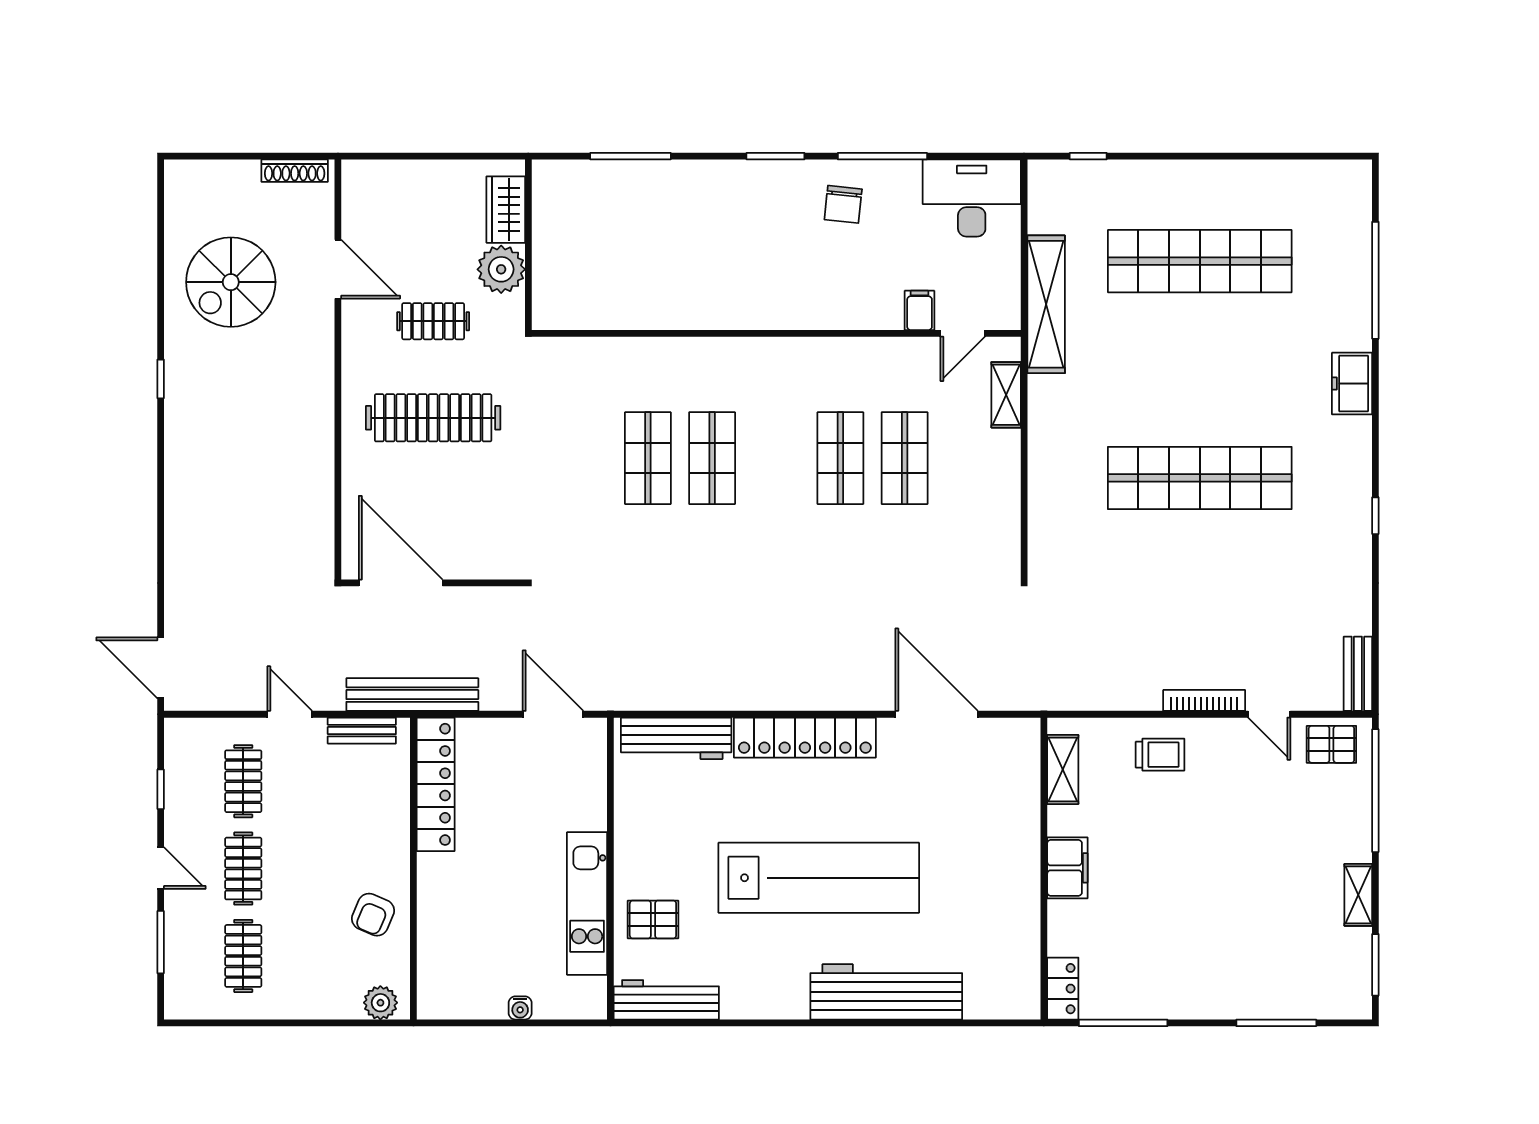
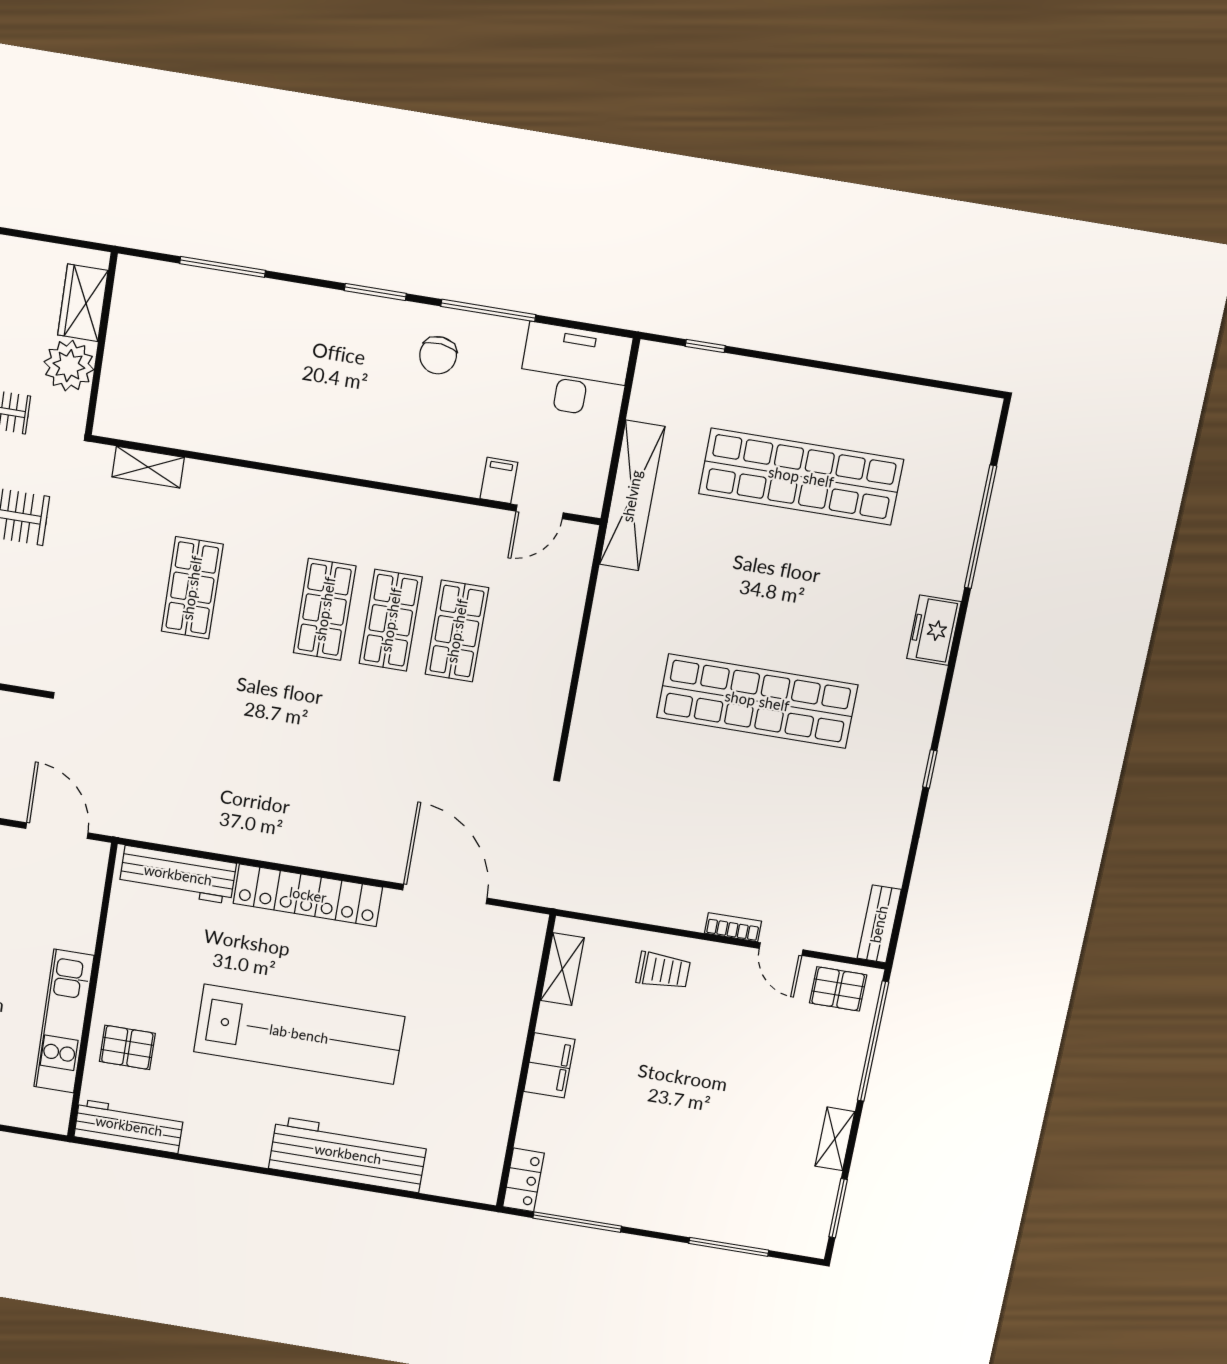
shelving: (1006, 395) -> (148, 467), moved, turned 90
shop shelf: (712, 458) -> (325, 609), moved
bookcase: (1204, 700) -> (733, 927), width x0.64

